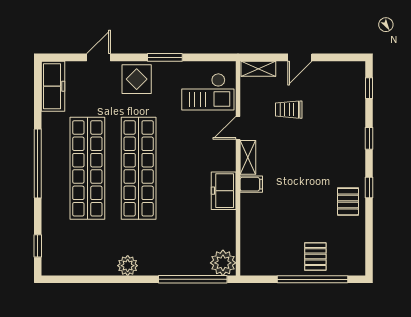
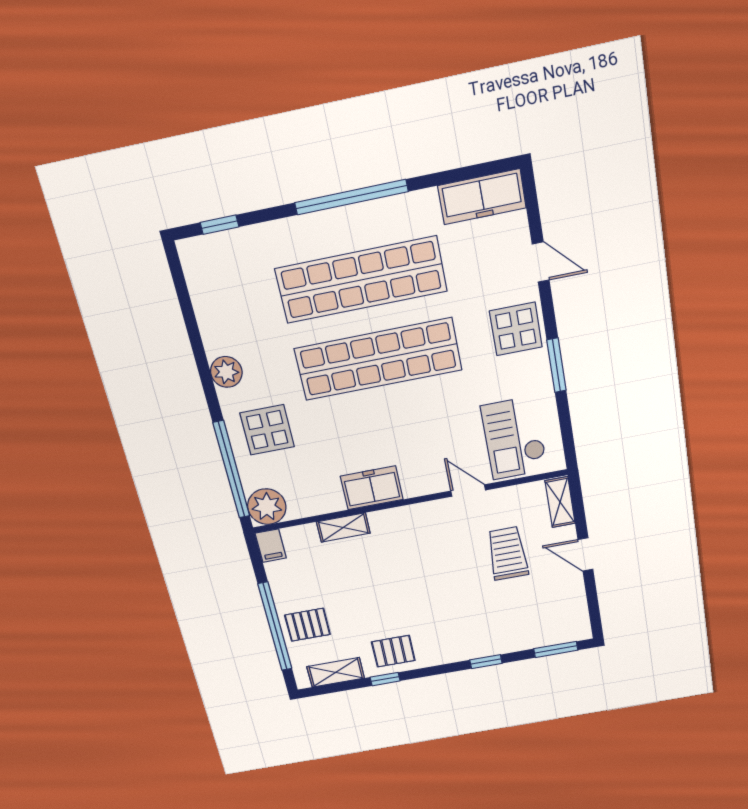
window: (369, 88) -> (556, 649), width x1.50
trolley: (289, 110) -> (507, 553), width x1.36, depth x1.39
shelving: (248, 157) -> (343, 527), moved
filing cabinet: (251, 184) -> (271, 546), moved
window: (369, 188) -> (385, 679), moved
shelving: (357, 246) -> (336, 672), added
display table: (170, 249) -> (267, 430), added

